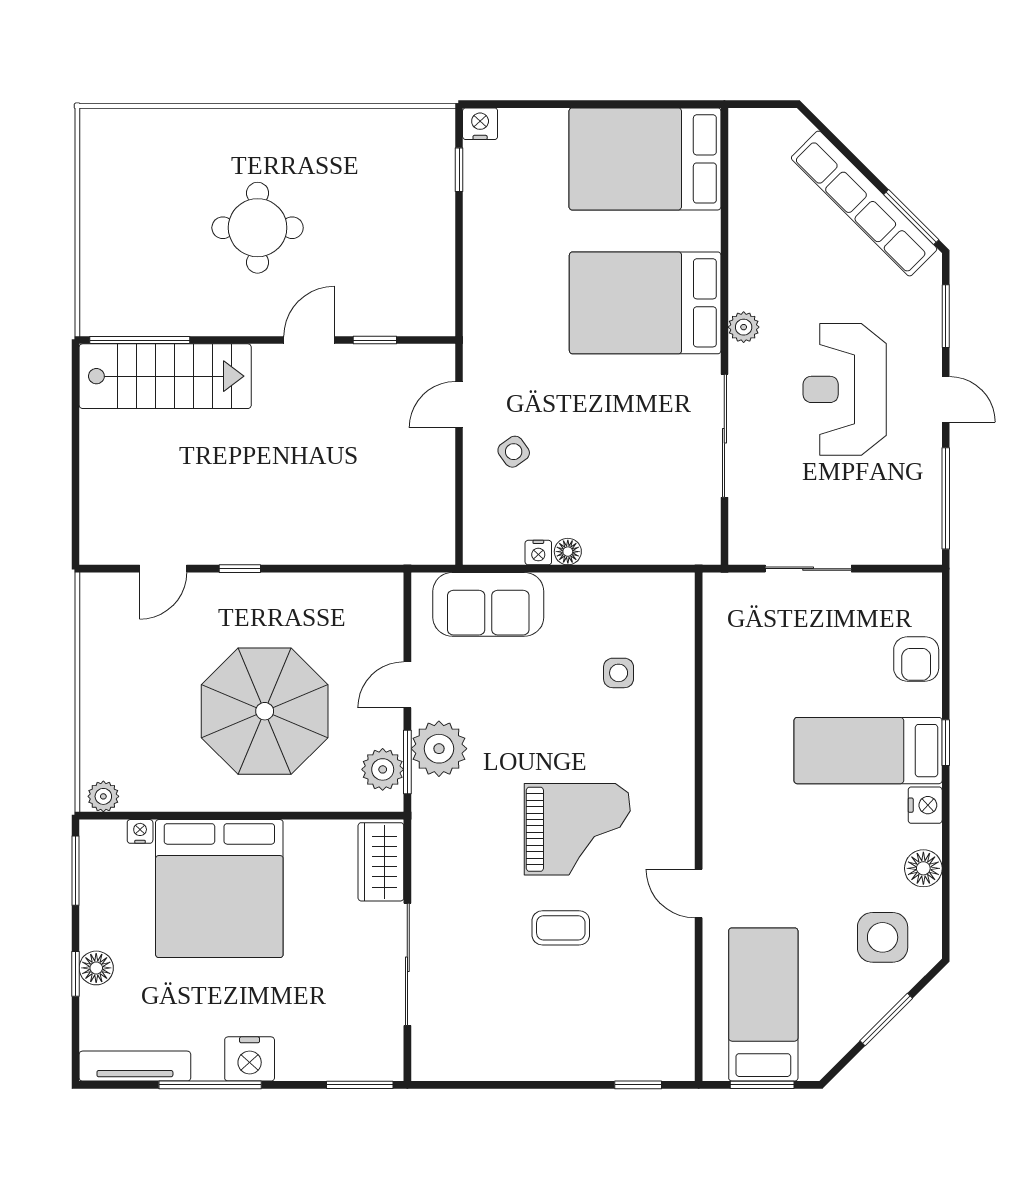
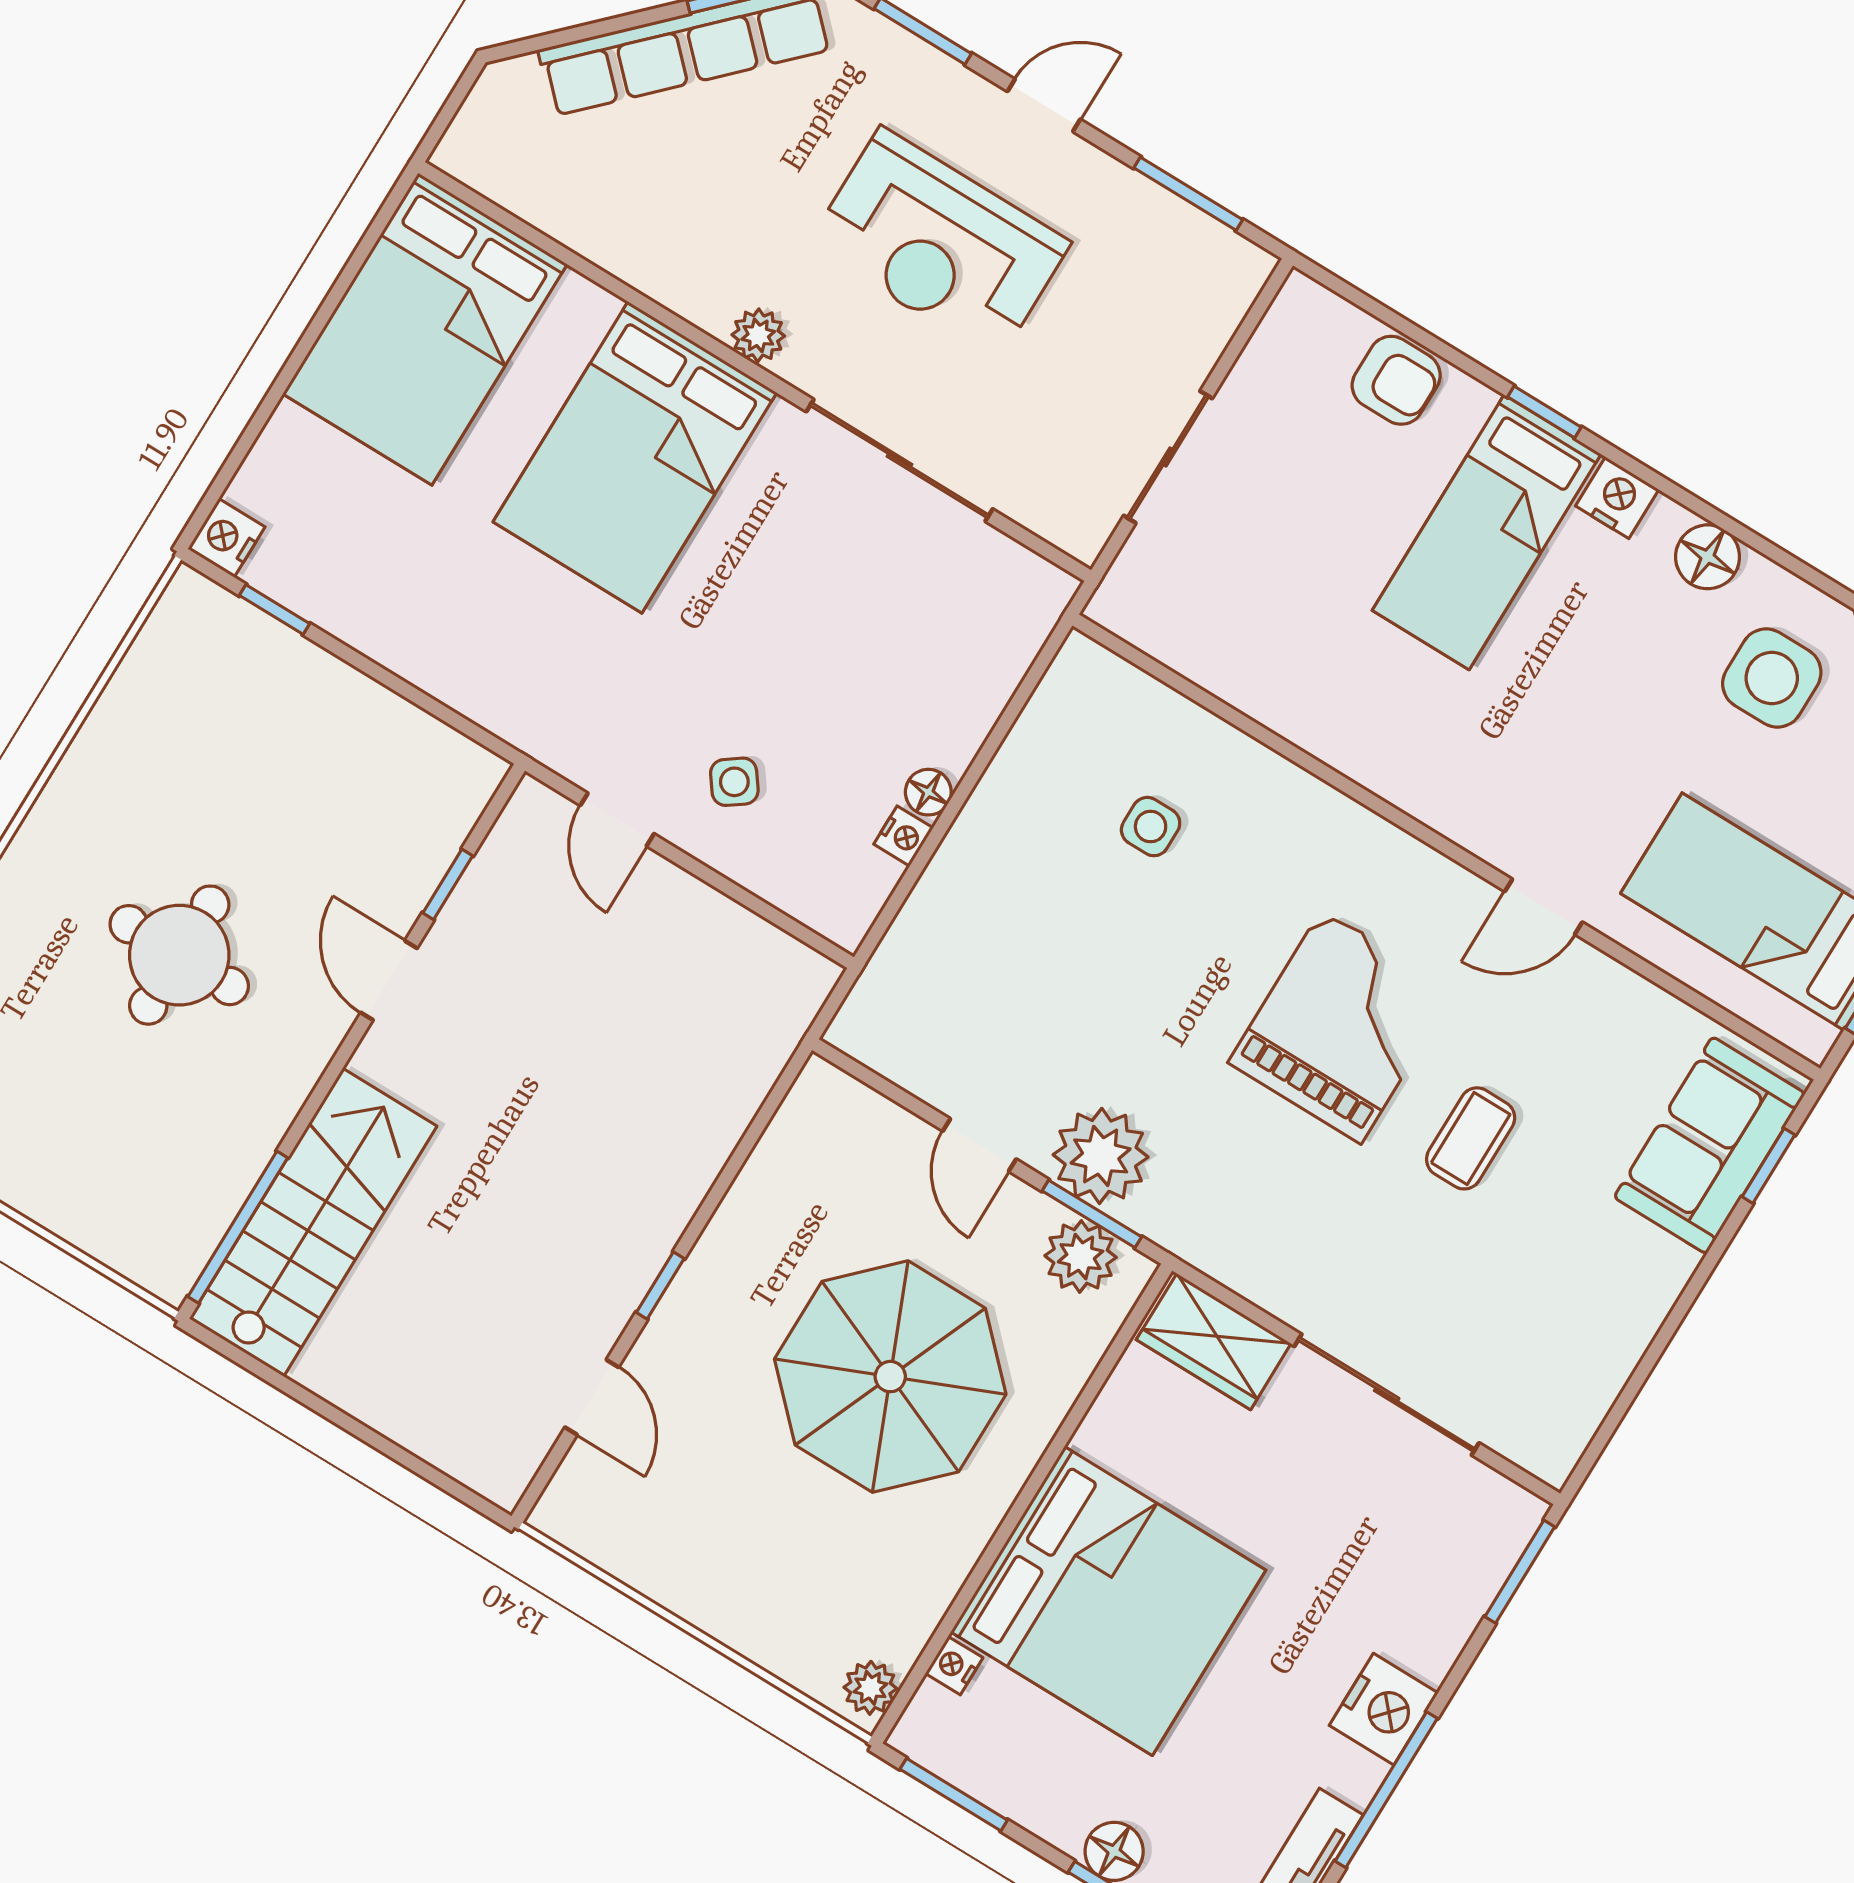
window: (946, 498) -> (1188, 194), width x0.69
sofa: (488, 604) -> (1710, 1145), moved, turned 180

